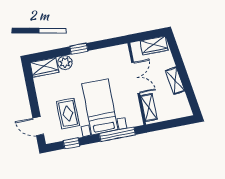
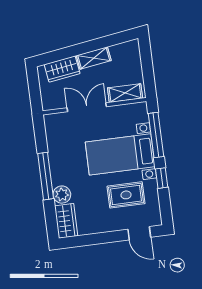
wardrobe: (154, 46) -> (62, 69), moved, turned 82
window: (79, 49) -> (46, 176), width x2.17
door: (38, 126) -> (139, 233), hinge flipped
window: (71, 143) -> (162, 178), moved

